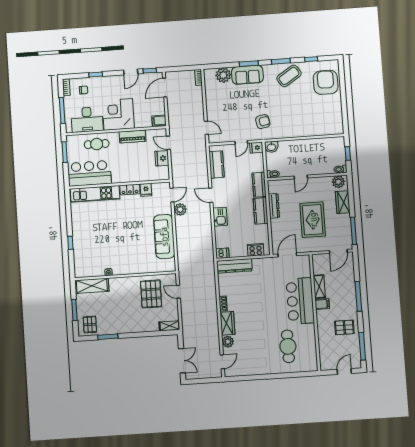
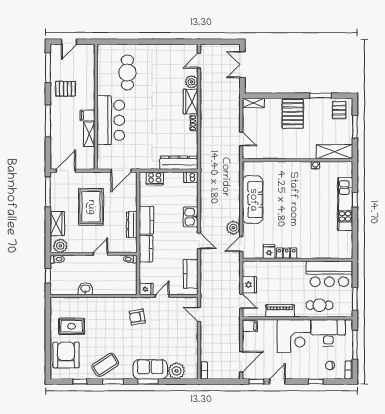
armchair: (326, 82) -> (66, 355), turned 180
rug: (322, 109) -> (72, 326), added
washbasin: (271, 147) -> (85, 289), moved
kitchen unit: (95, 194) -> (345, 204), moved, turned -90
pallet: (151, 294) -> (293, 114), moved

